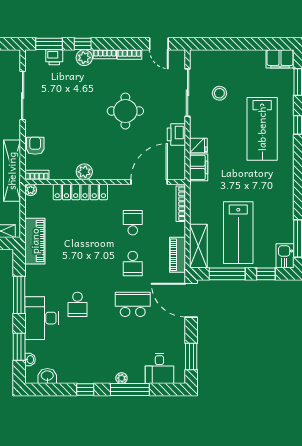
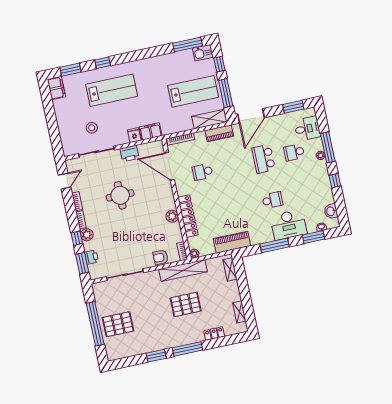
school desk: (133, 264) -> (294, 152), moved, turned 180

